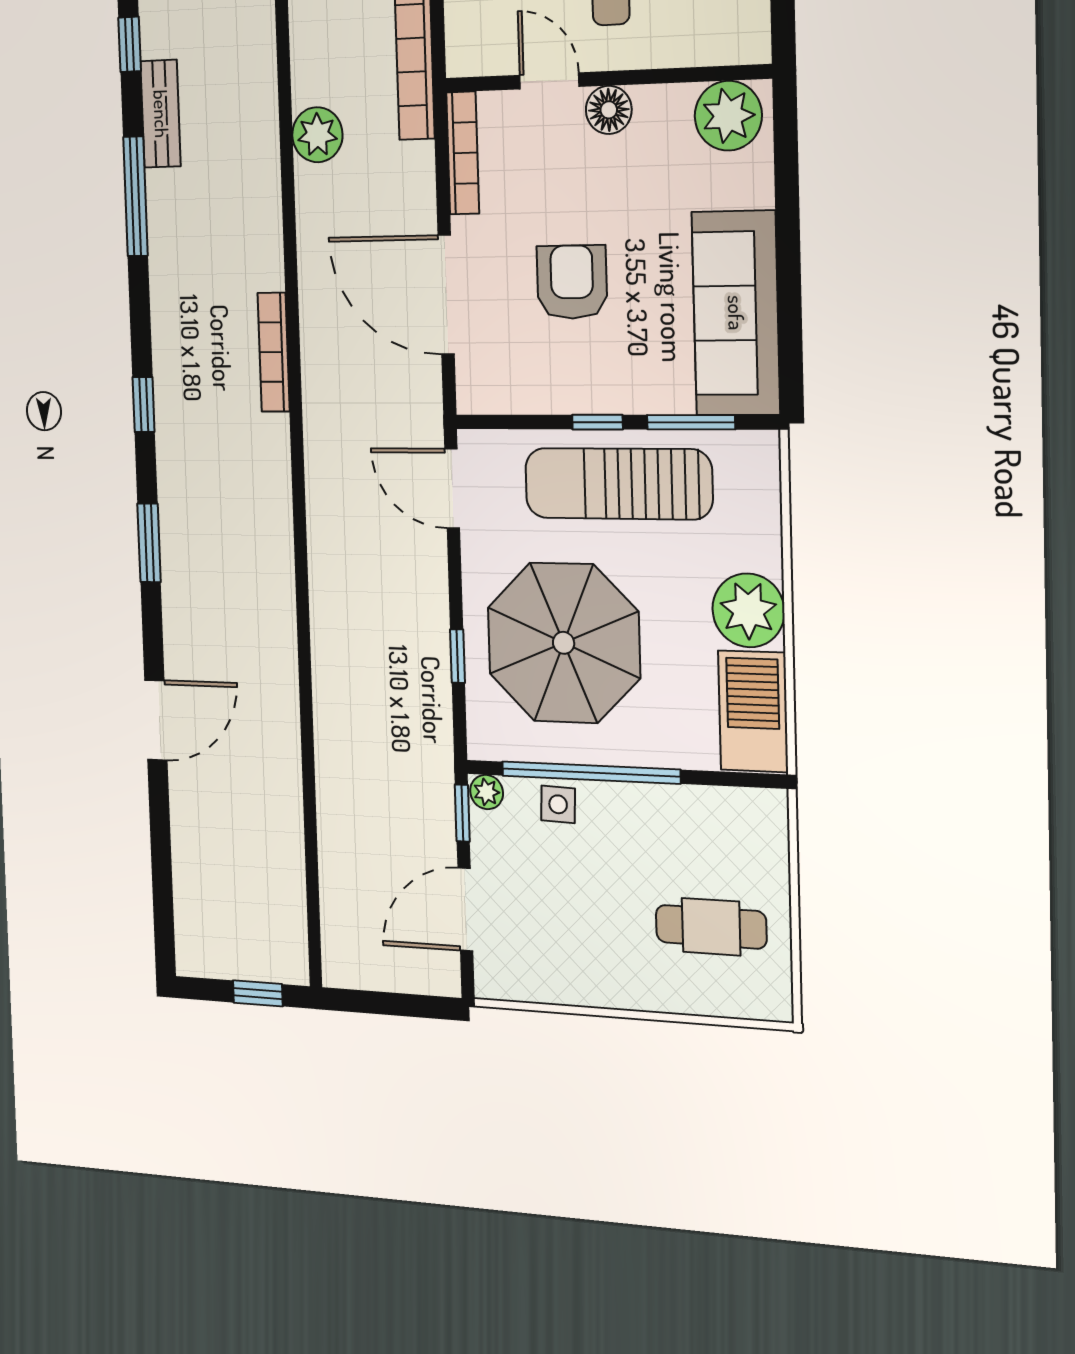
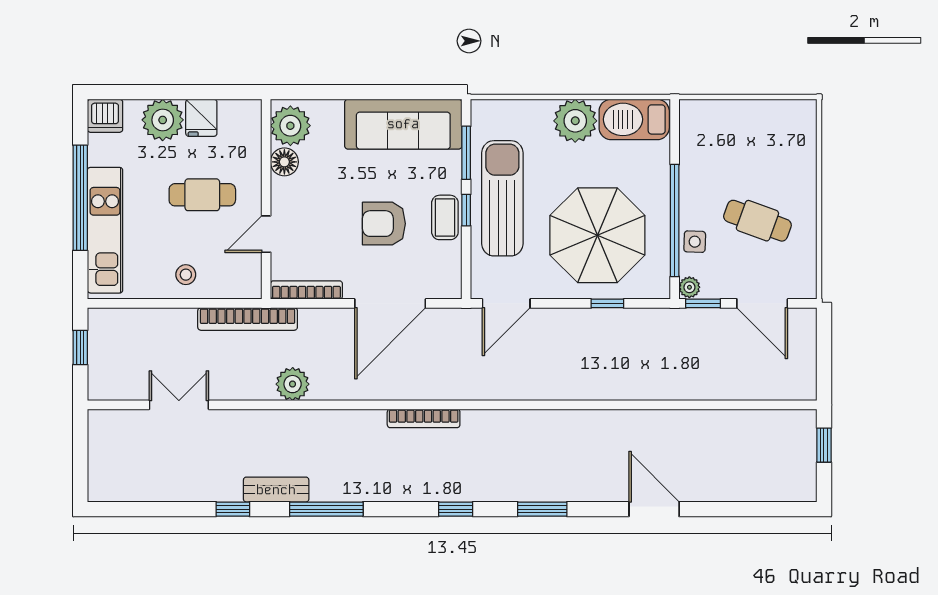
floor lamp: (609, 110) -> (284, 162), moved
coffee table: (585, 386) -> (445, 217), added
sun lounger: (618, 484) -> (502, 198), turned 180
cafe table: (711, 927) -> (757, 221), moved, turned -70

